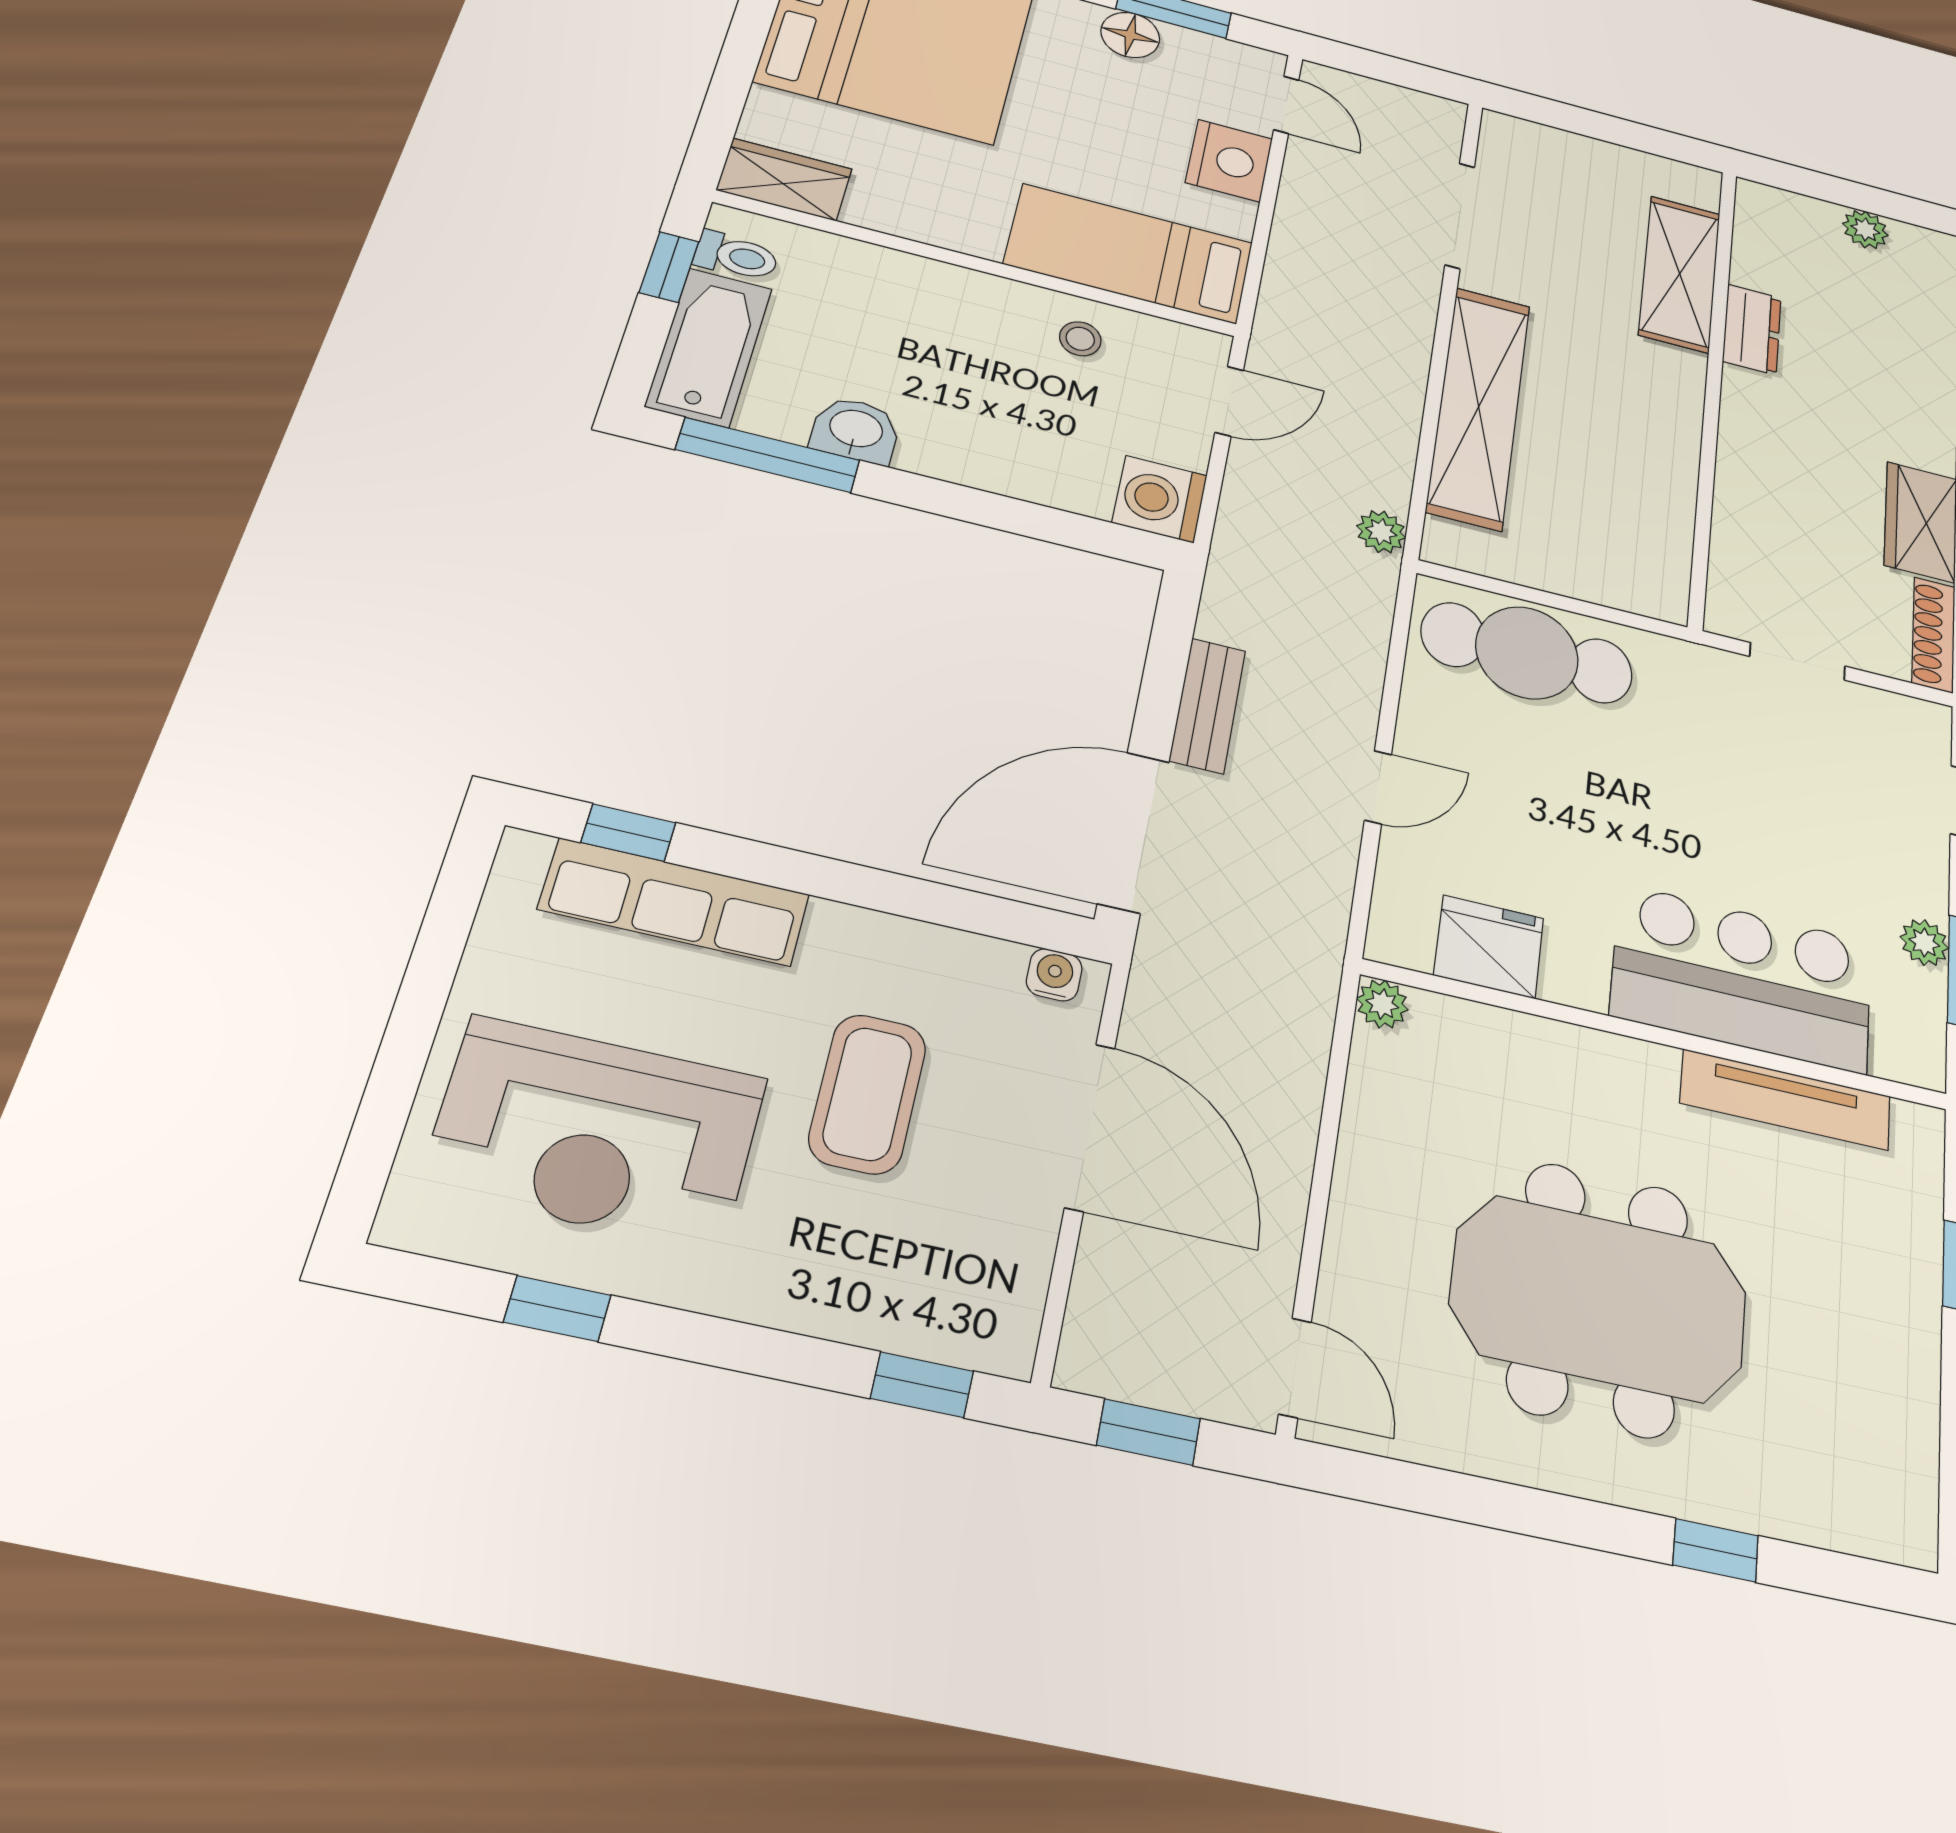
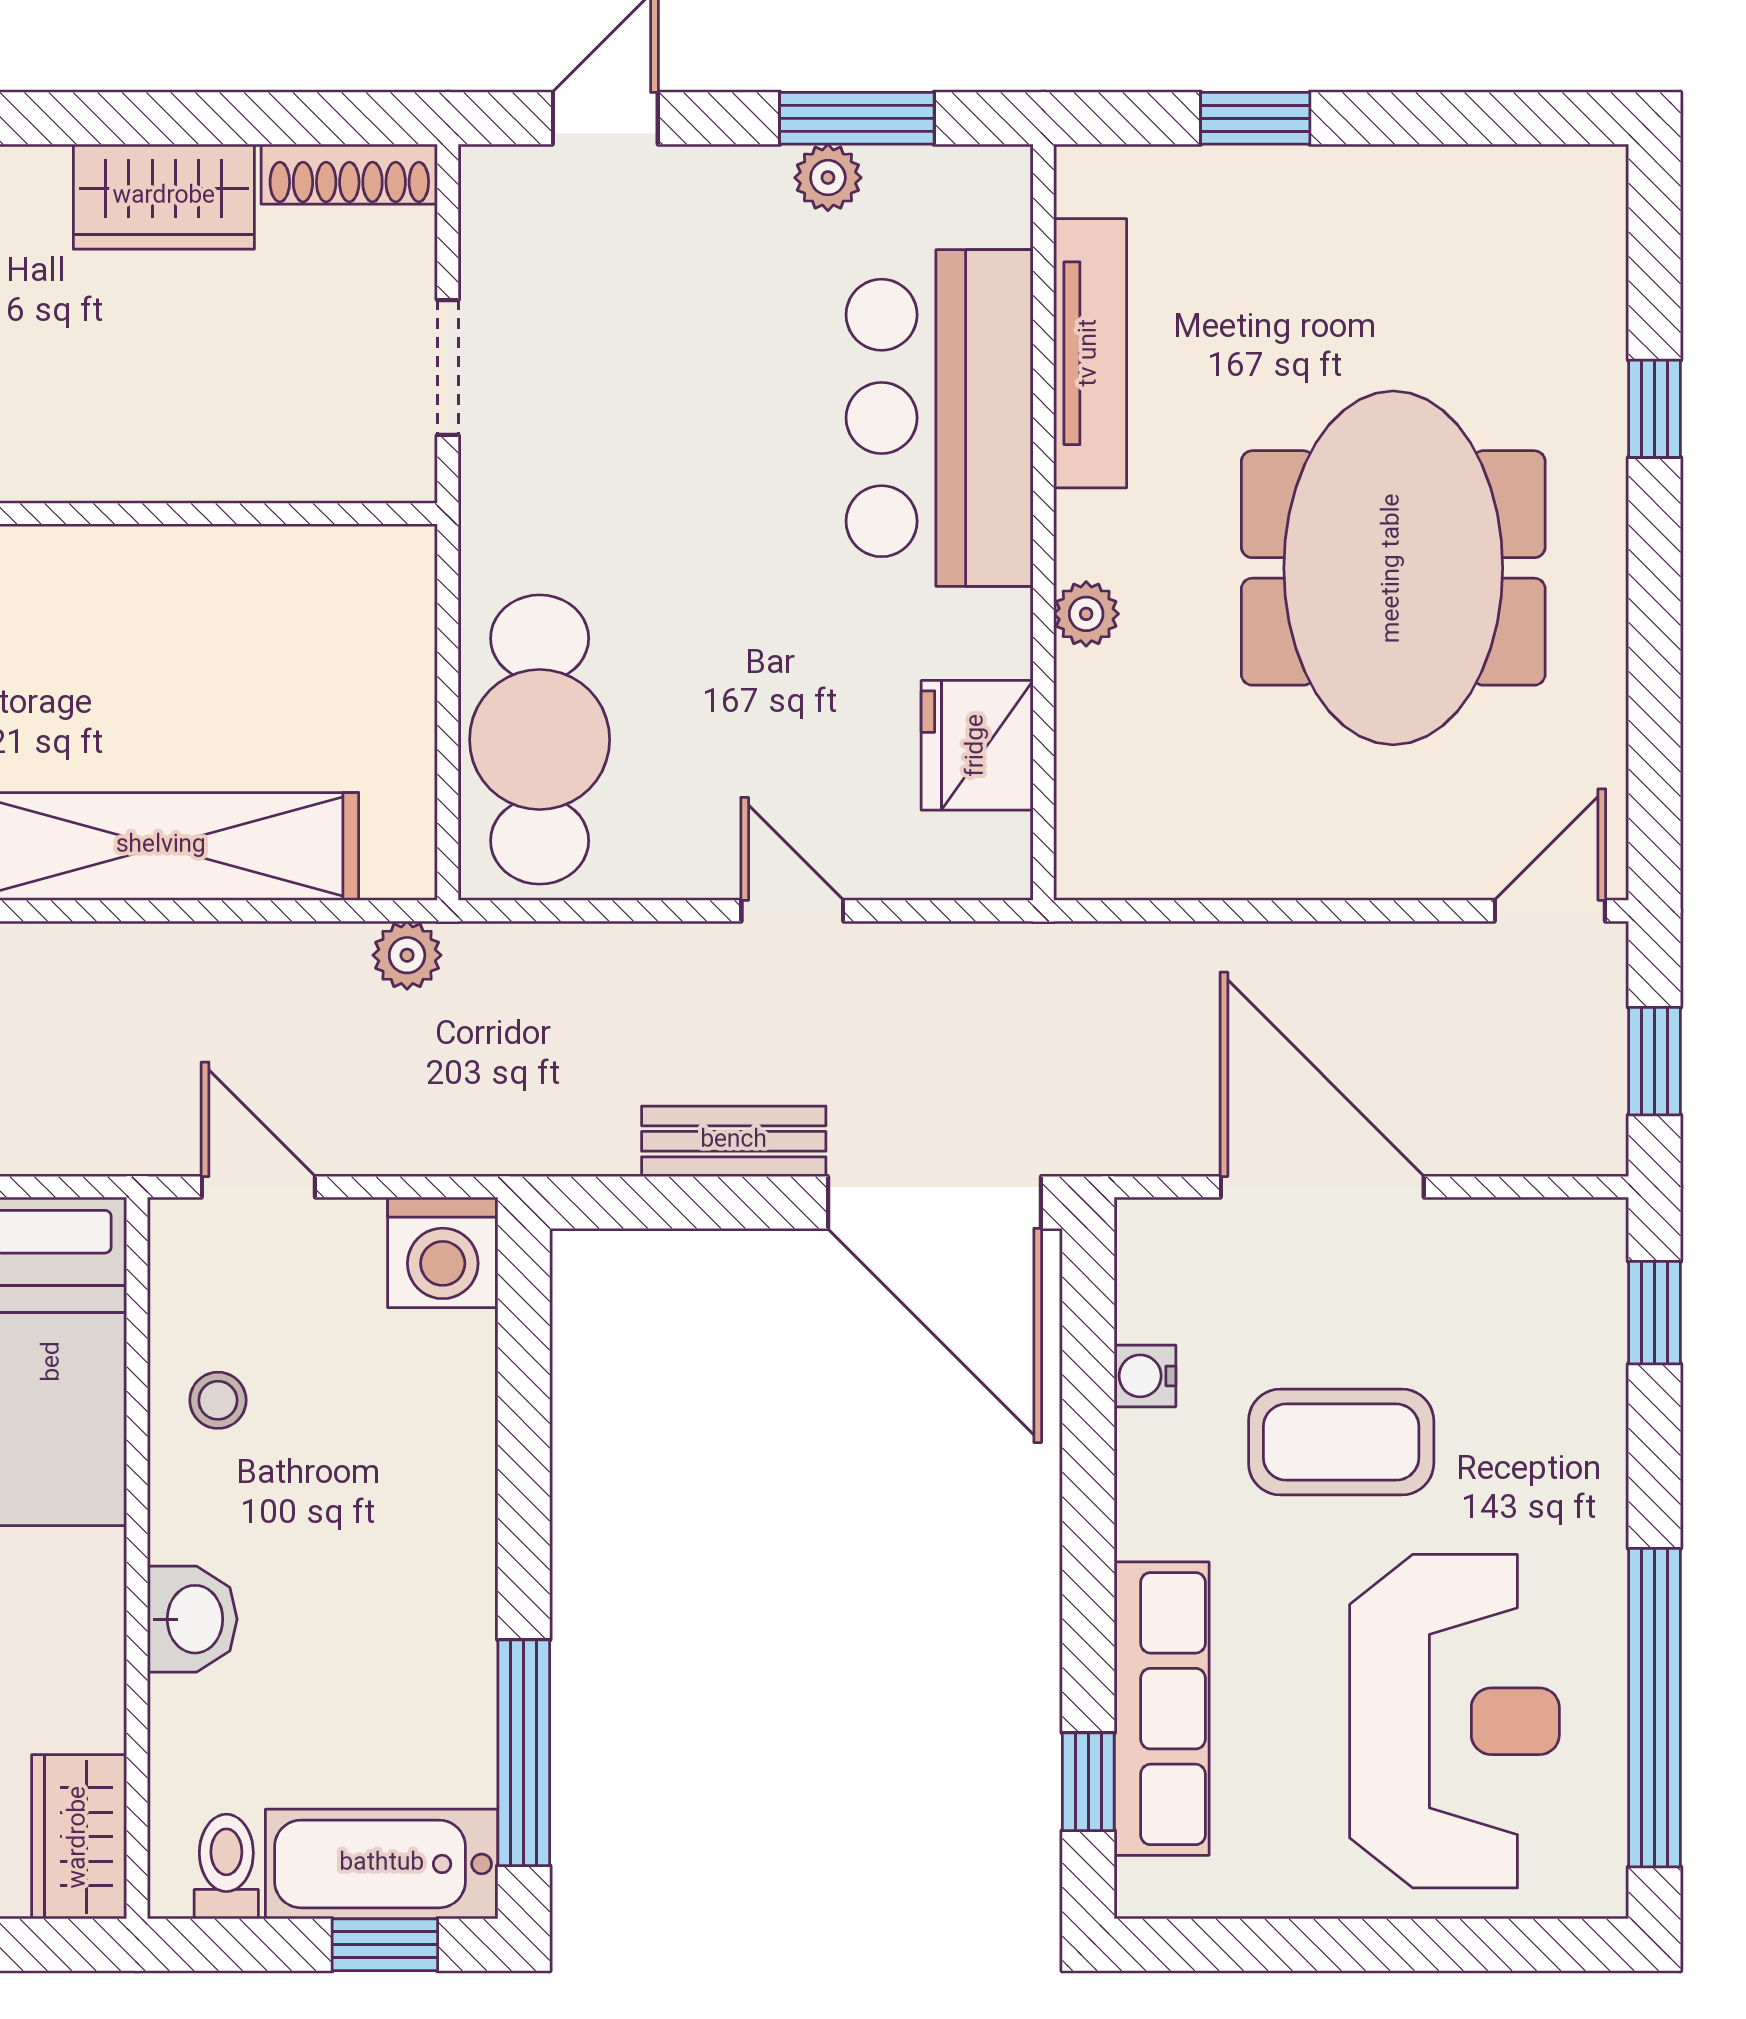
window: (669, 267) -> (385, 1945), moved
washbasin: (856, 430) -> (192, 1619), moved, turned 180
water cooler: (1054, 975) -> (1145, 1376), moved
plant: (1382, 1004) -> (1086, 614), moved
door: (1090, 1127) -> (1322, 1187), hinge flipped
window: (557, 1309) -> (1654, 1708), width x3.17

